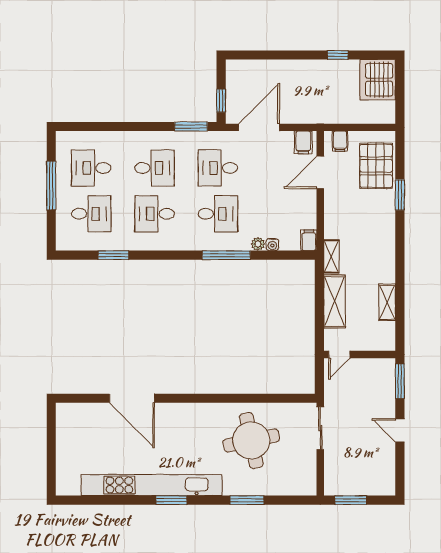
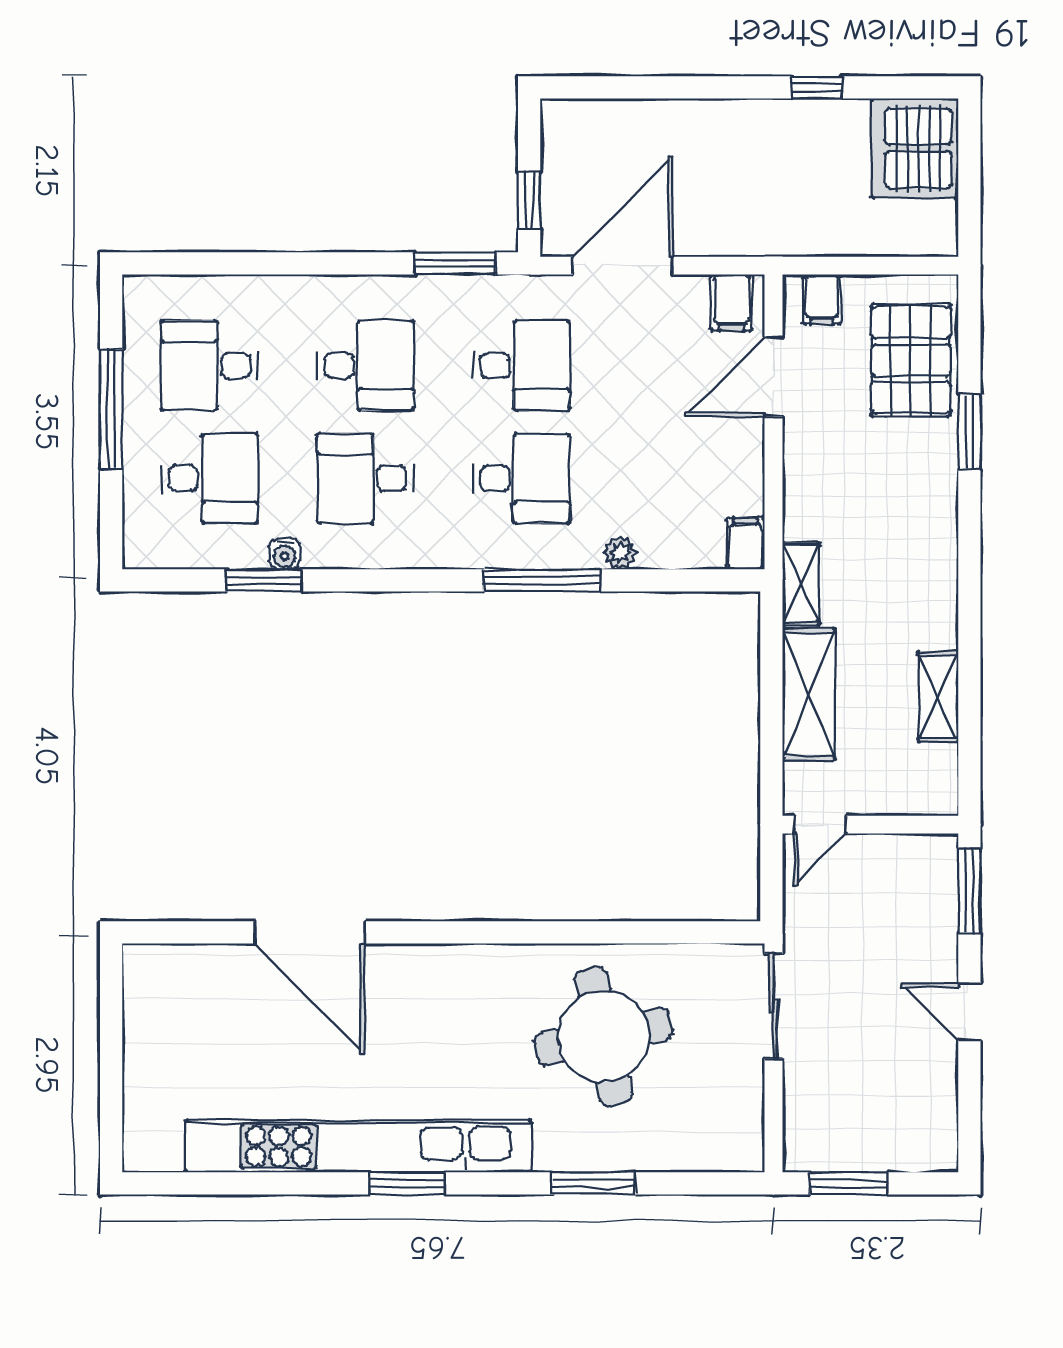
desk: (218, 168) -> (521, 366), turned 180
water cooler: (272, 245) -> (285, 554), moved

